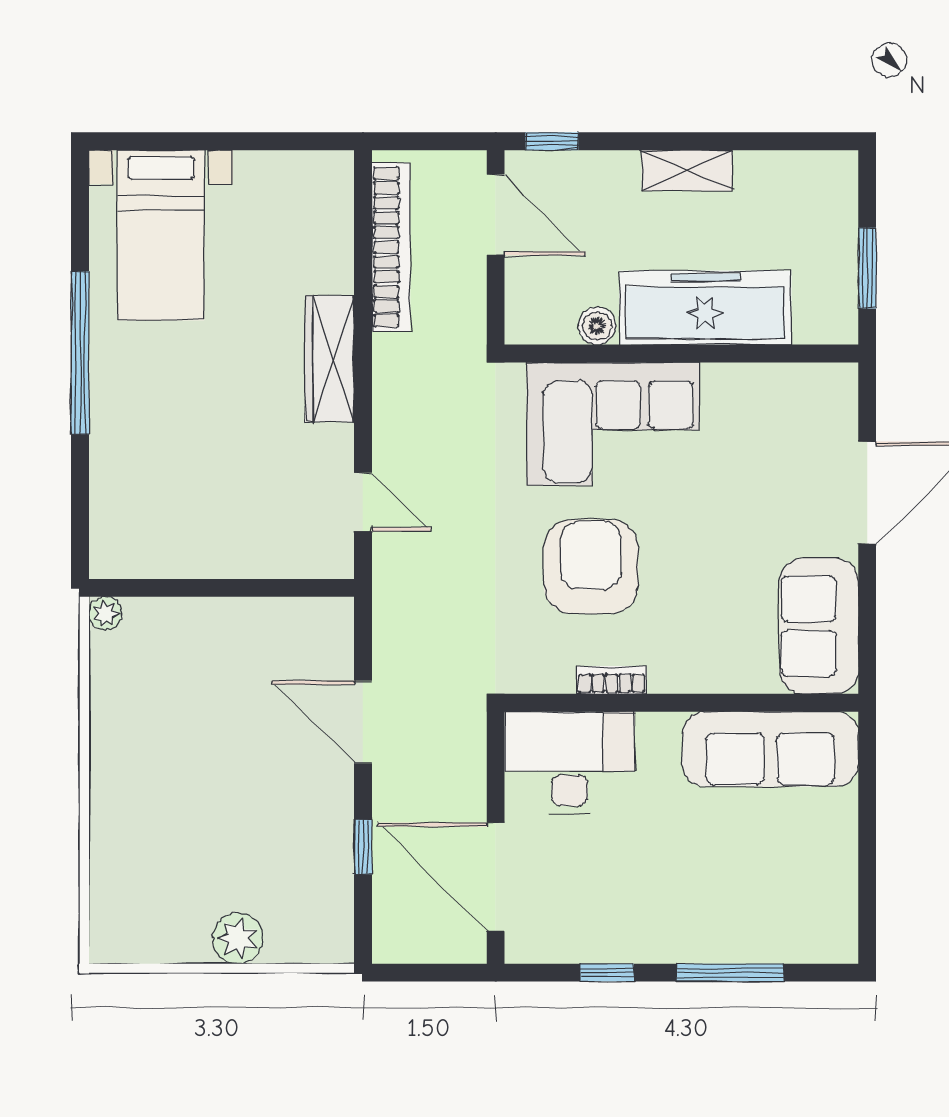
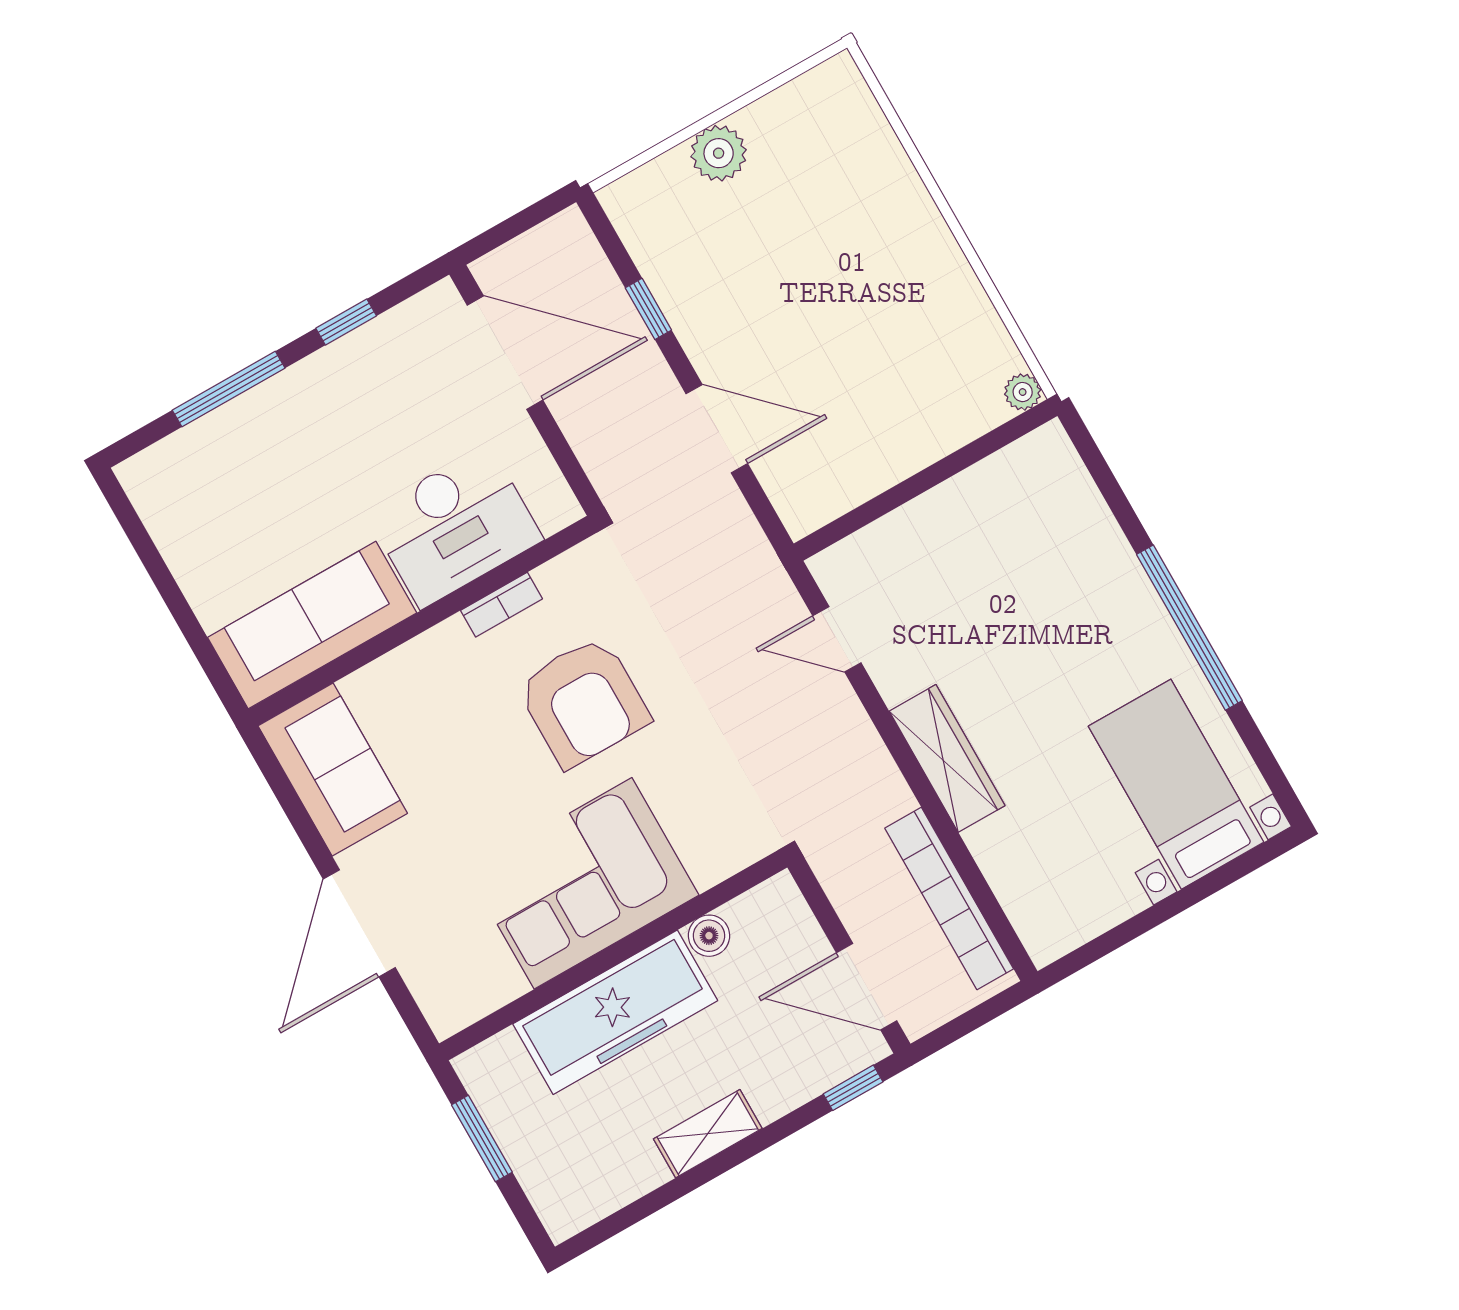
corner sofa: (613, 424) -> (583, 883), moved
desk: (570, 763) -> (455, 526), moved

